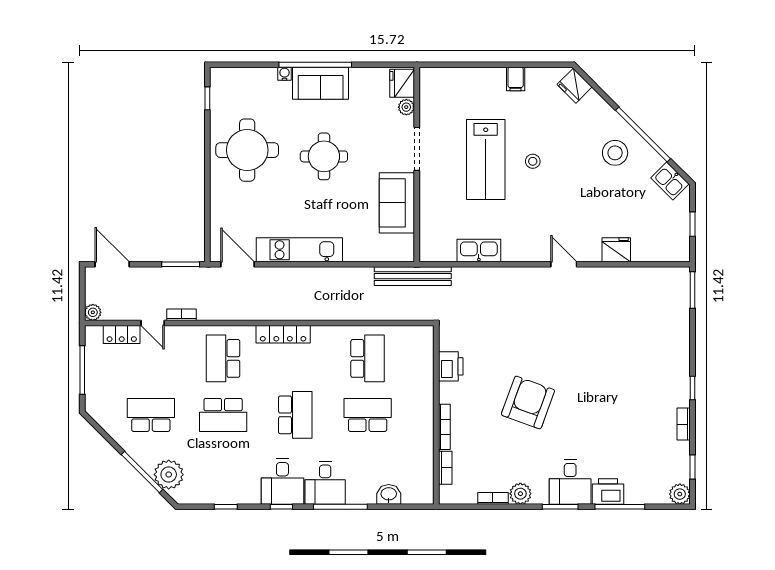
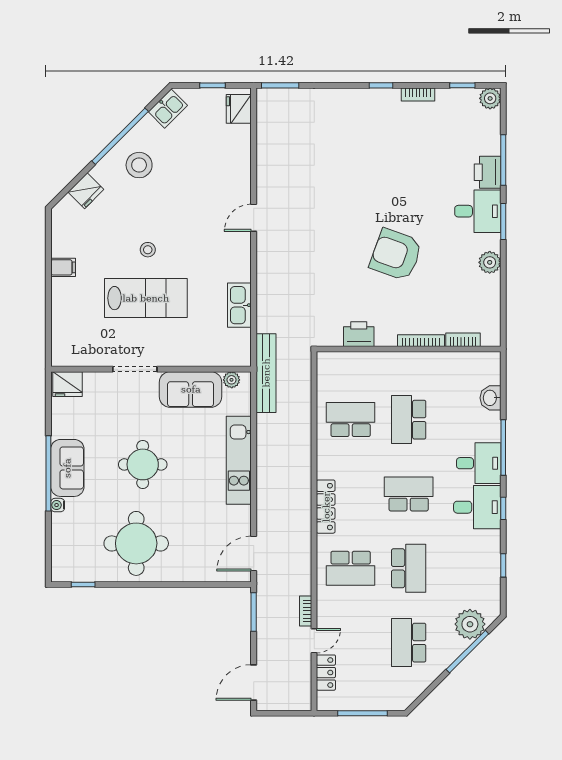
fridge: (575, 86) -> (86, 191), moved
plant: (406, 107) -> (232, 380), moved
kitchen unit: (299, 250) -> (239, 460), moved
fridge: (616, 250) -> (239, 109), moved
plant: (93, 312) -> (303, 702), removed
bookcase: (493, 498) -> (495, 291), removed

